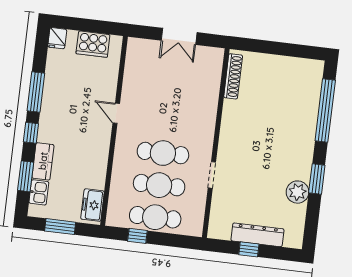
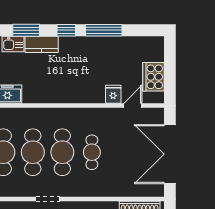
double door: (179, 36) -> (170, 154), width x1.87
fridge: (57, 38) -> (113, 94), moved, turned 90
door: (116, 113) -> (133, 105), moved
cafe table: (167, 121) -> (92, 152), added

